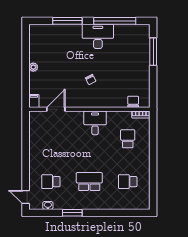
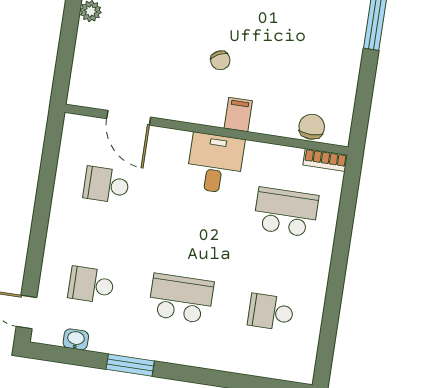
filing cabinet: (34, 101) -> (238, 115), moved
door: (56, 109) -> (129, 118), swing flipped
school desk: (51, 139) -> (106, 185), added
school desk: (128, 139) -> (286, 212), width x1.85

